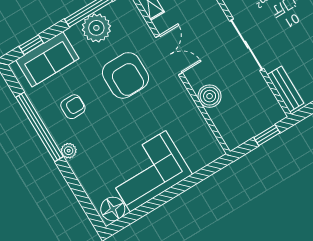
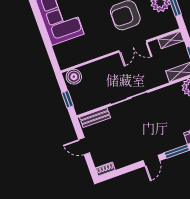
boiler: (210, 96) -> (74, 77), moved

